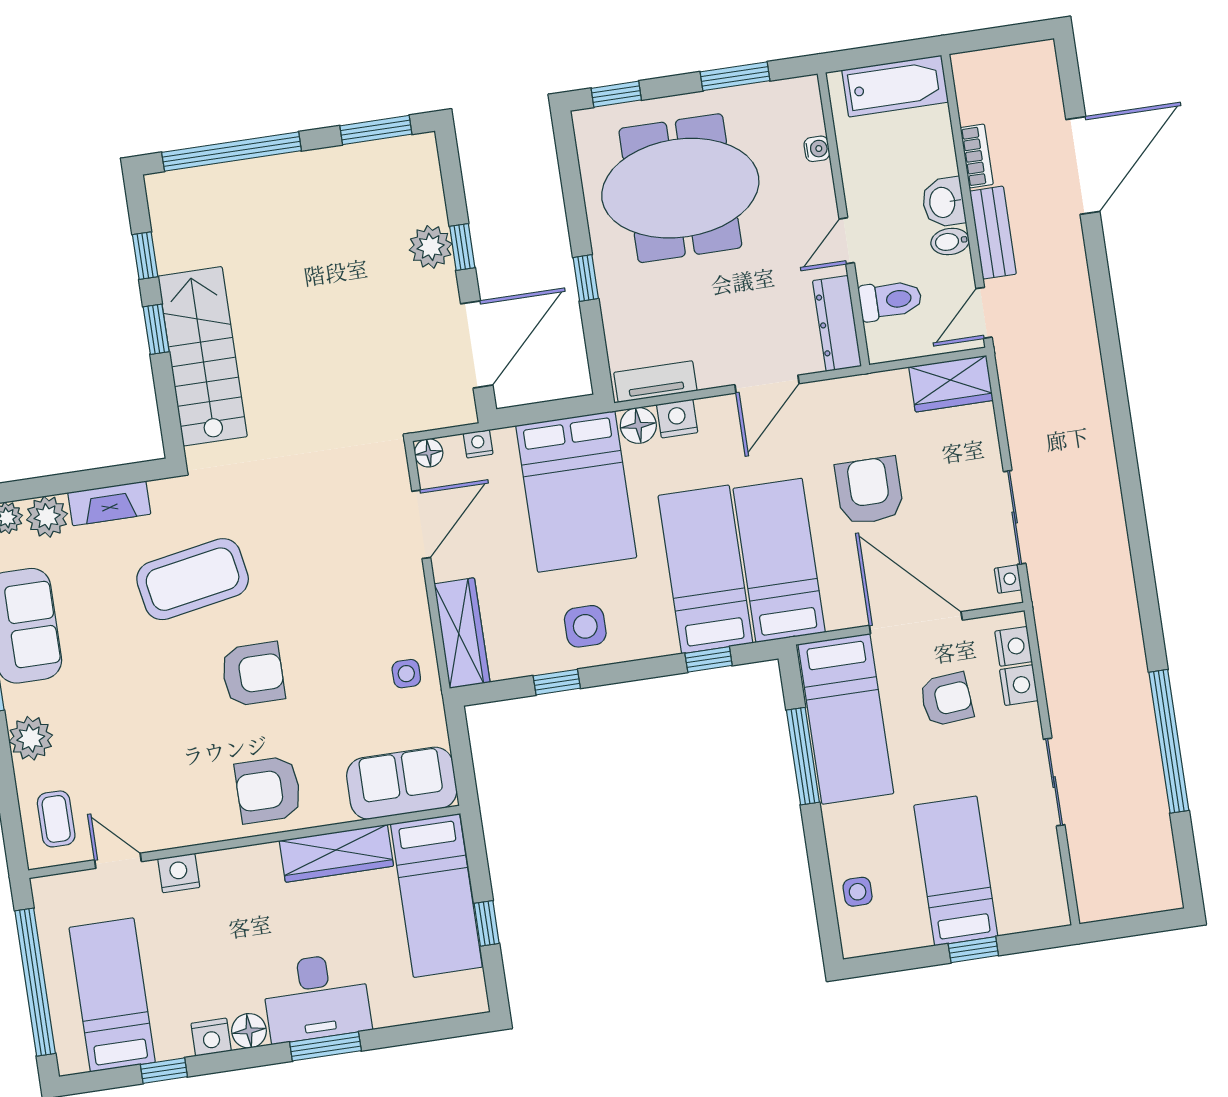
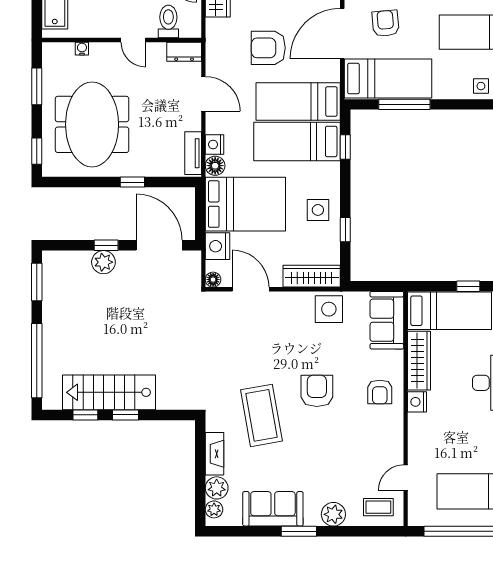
dresser: (837, 323) -> (184, 52), width x0.70
stairs: (203, 356) -> (109, 392), moved
nightstand: (478, 444) -> (217, 246), width x1.89, depth x1.79
side table: (406, 674) -> (329, 309), width x1.87, depth x1.87
armchair: (268, 790) -> (380, 392), width x0.72, depth x0.72
nightstand: (179, 873) -> (417, 402), moved

